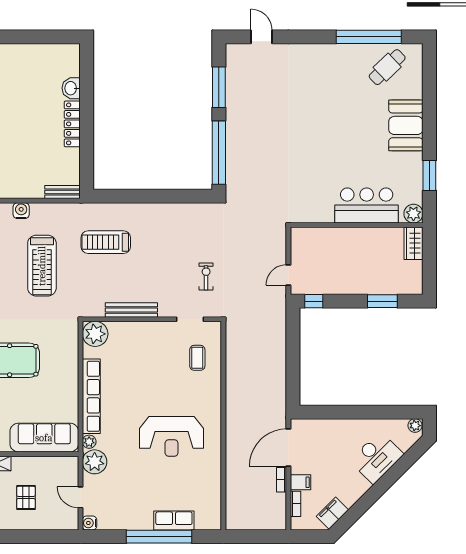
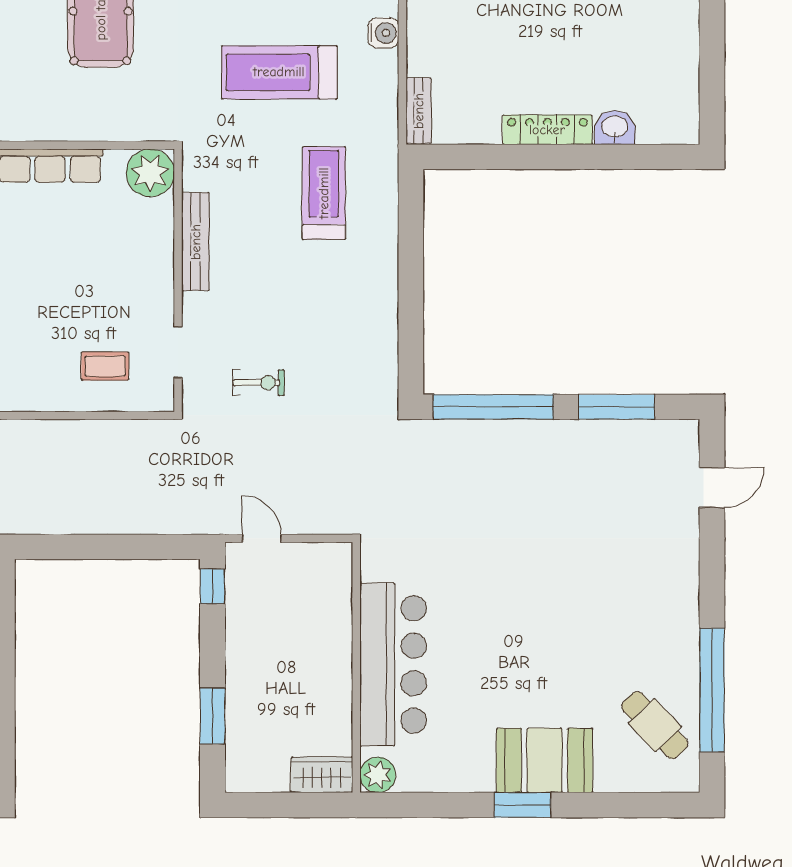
window: (429, 175) -> (523, 805), moved
bar counter: (367, 205) -> (393, 664), width x1.36

